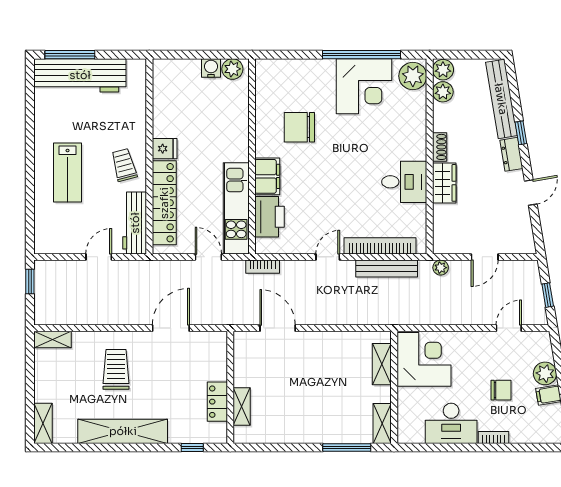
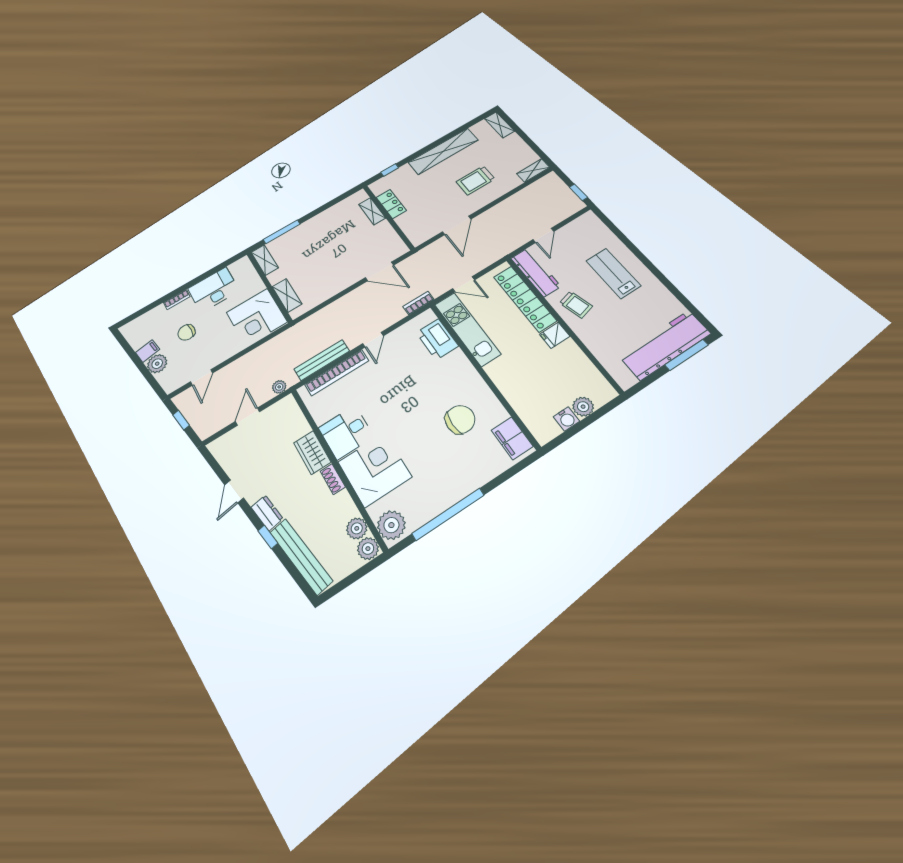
plant: (232, 69) -> (583, 407), moved
corner desk: (364, 86) -> (375, 469), moved, turned 90
filing cabinet: (267, 176) -> (512, 438), moved
trolley: (116, 369) -> (475, 180), turned 90

